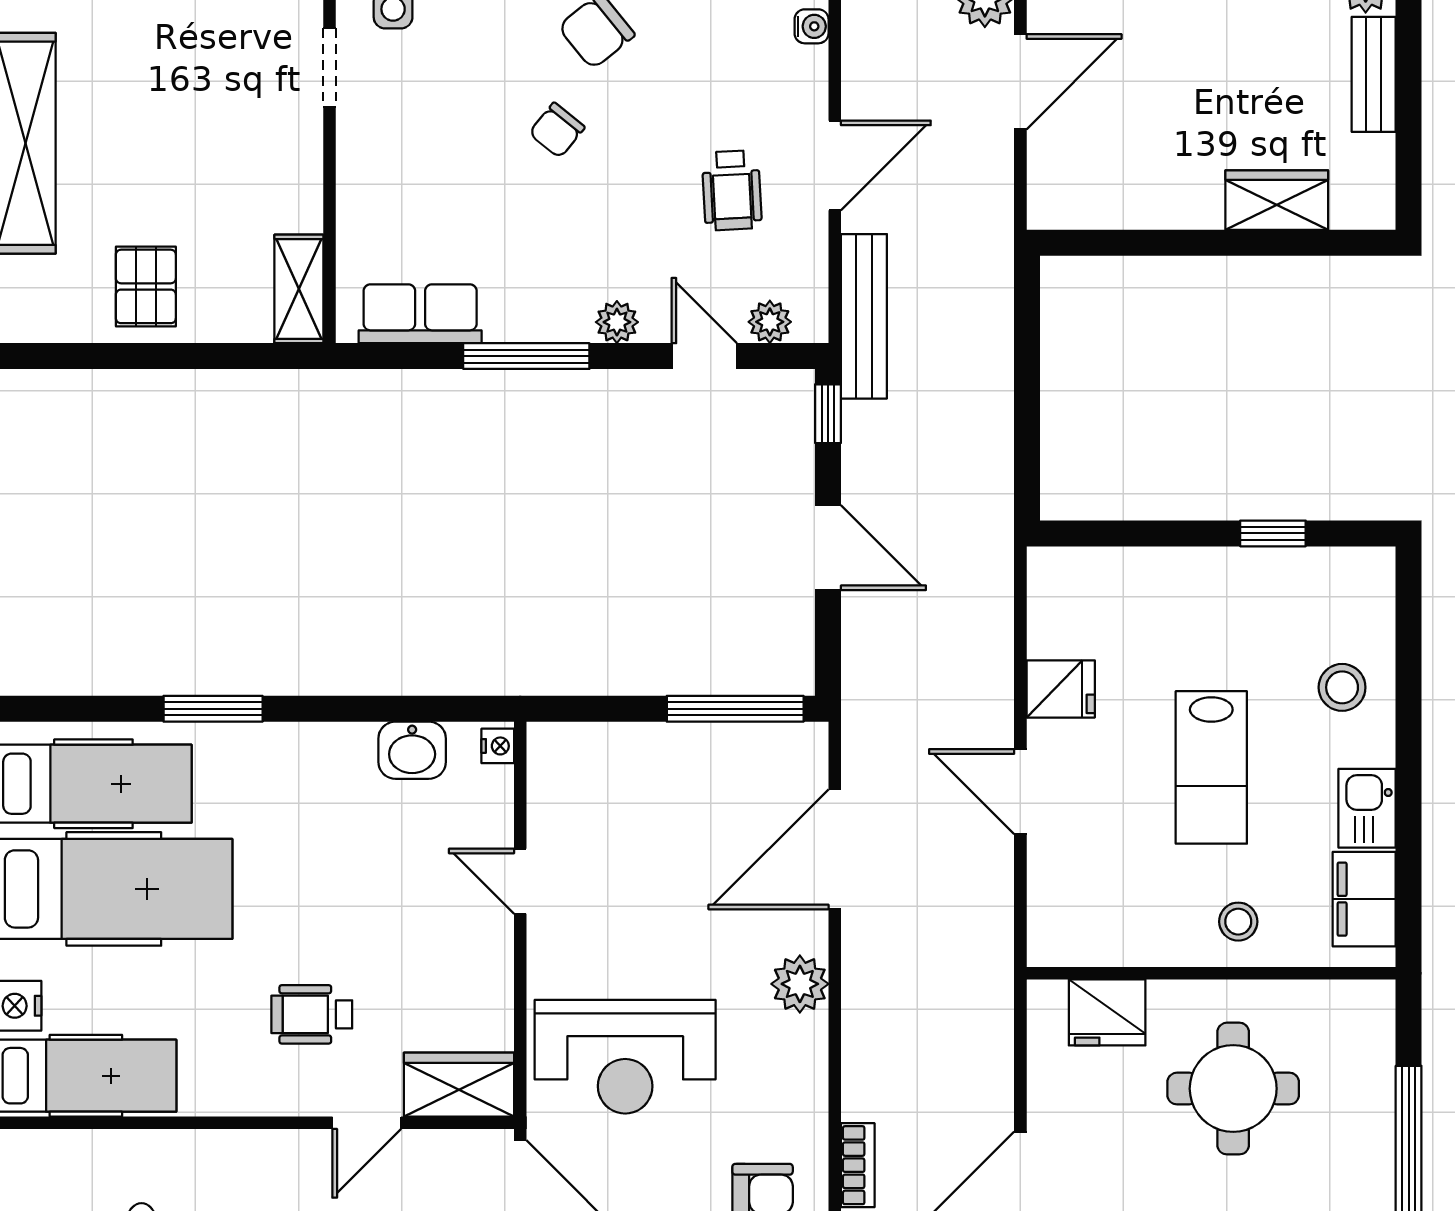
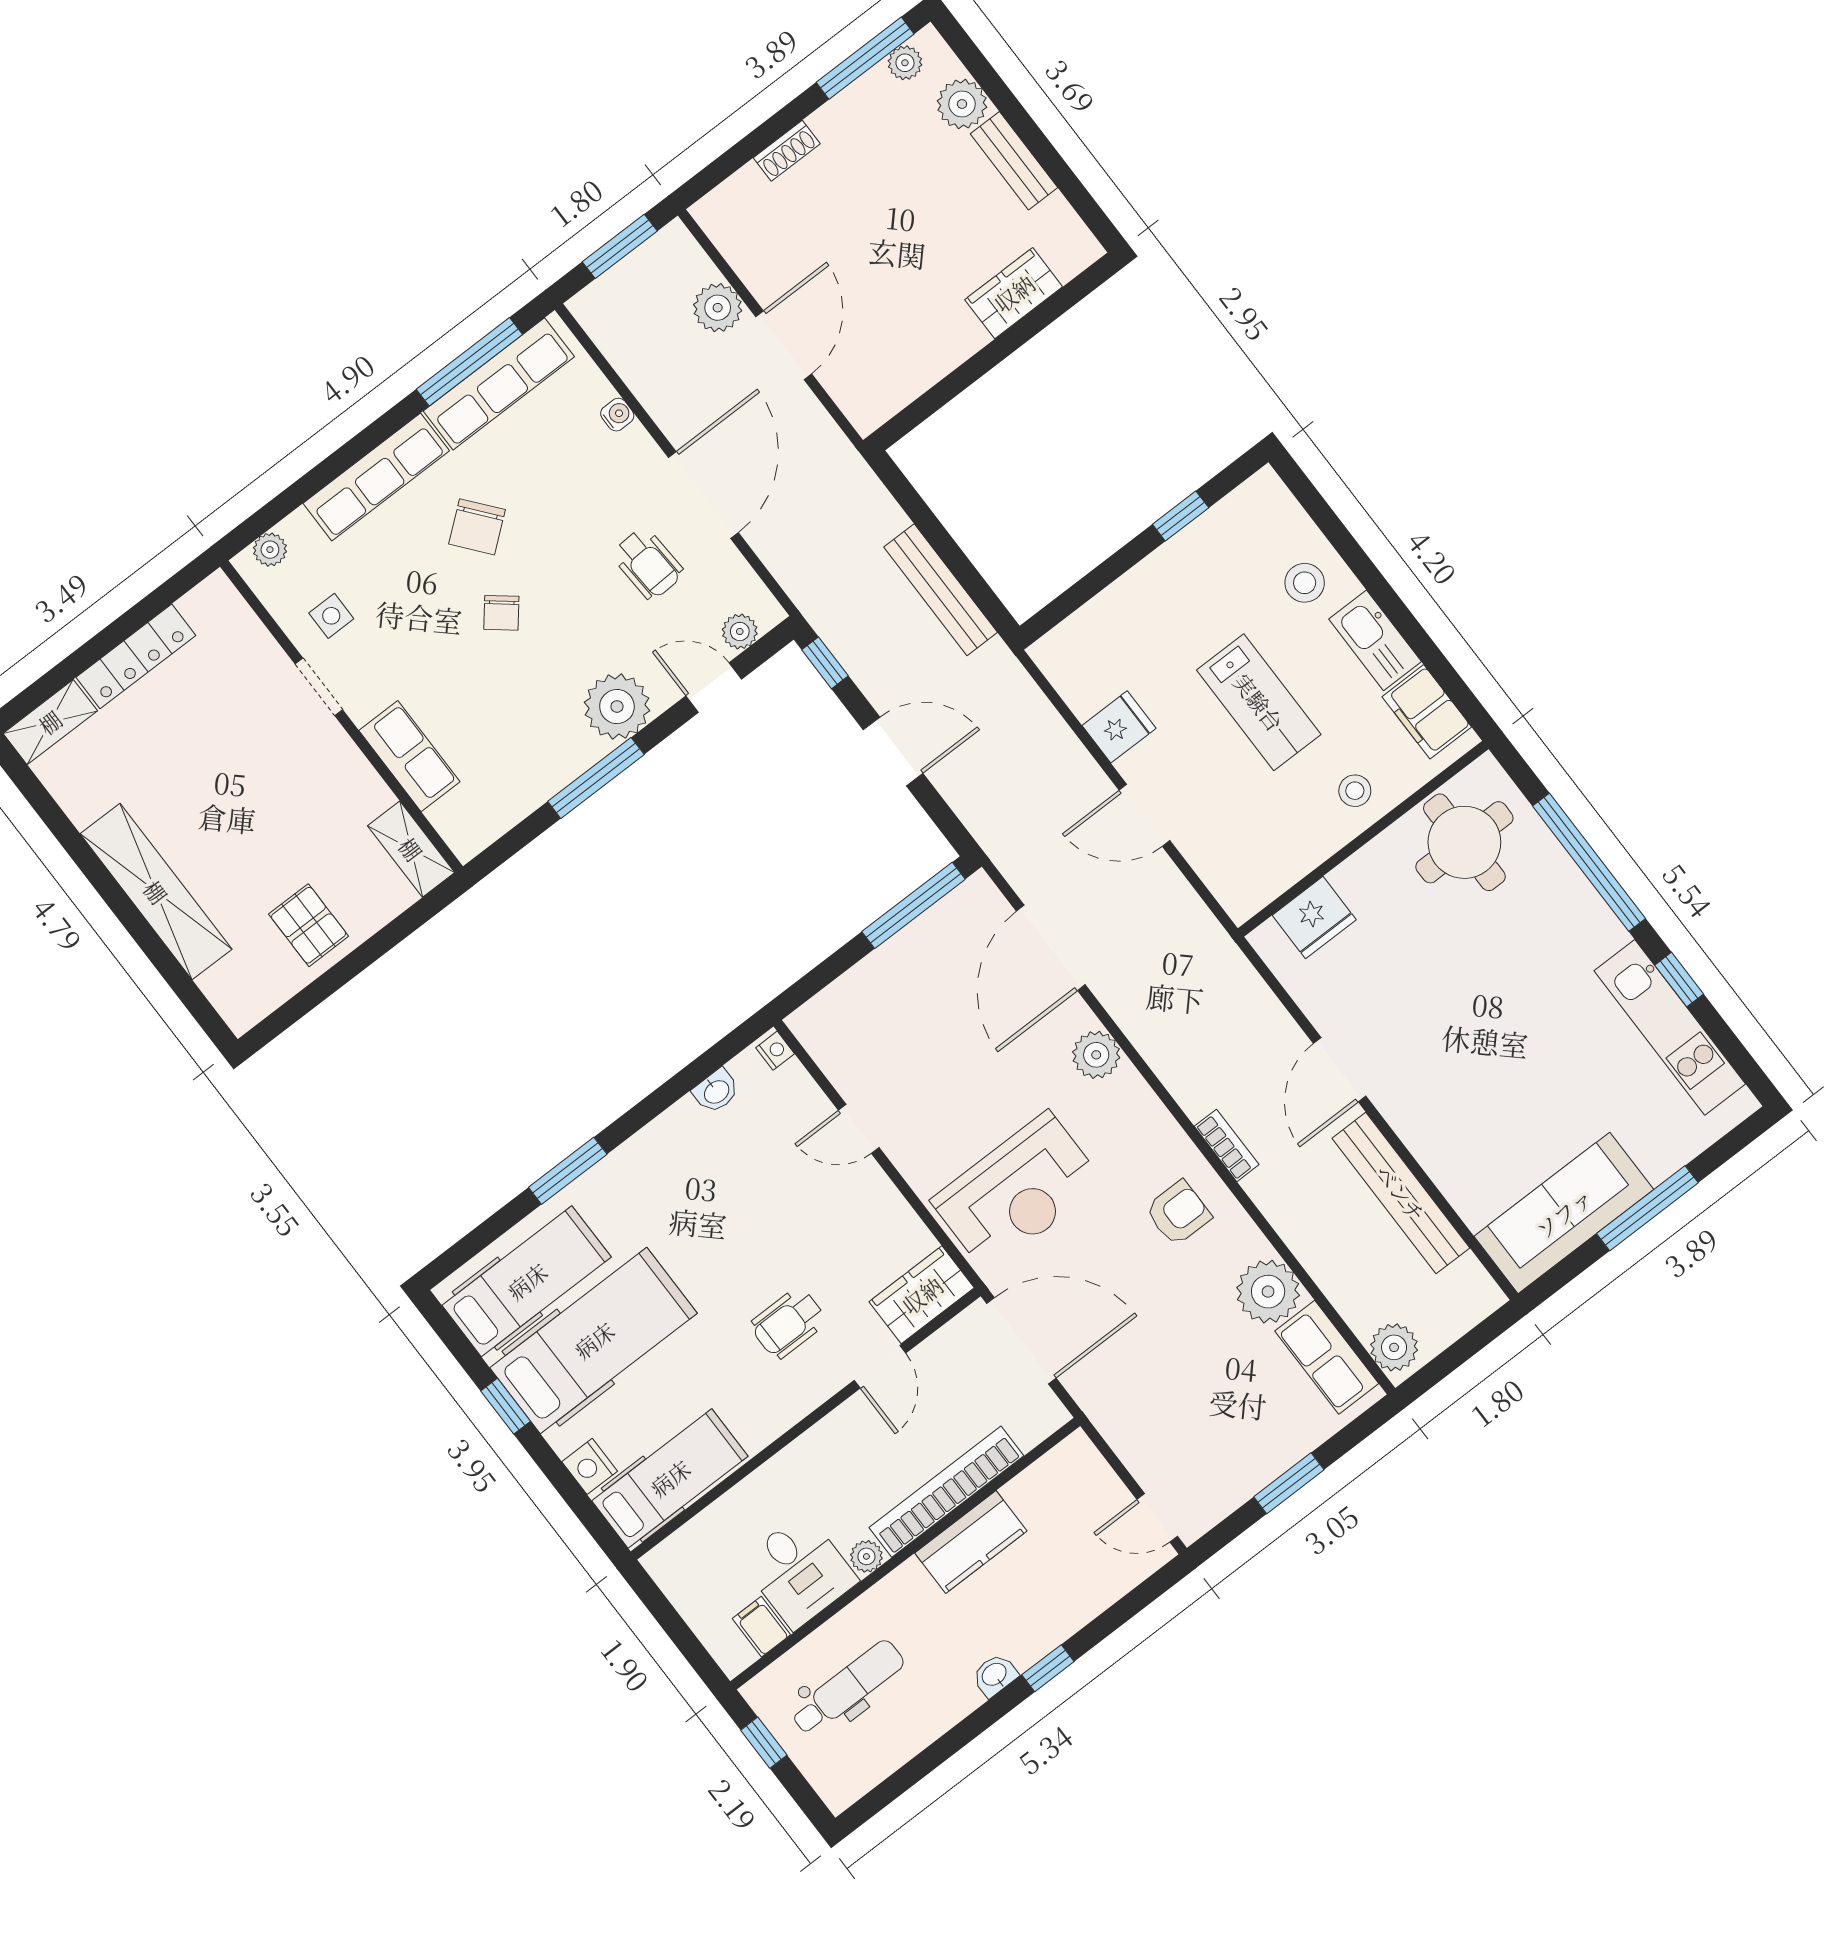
door: (835, 165) -> (703, 495), width x1.36
row of seats: (420, 314) -> (409, 756), moved, turned 90
bench: (864, 316) -> (941, 590), moved
plant: (617, 322) -> (617, 707), width x1.88, depth x1.88
washbasin: (412, 750) -> (716, 1091), width x0.72, depth x0.69
kitchen sink: (1367, 808) -> (1375, 640), width x1.38
round table: (1233, 1089) -> (1464, 842), moved

